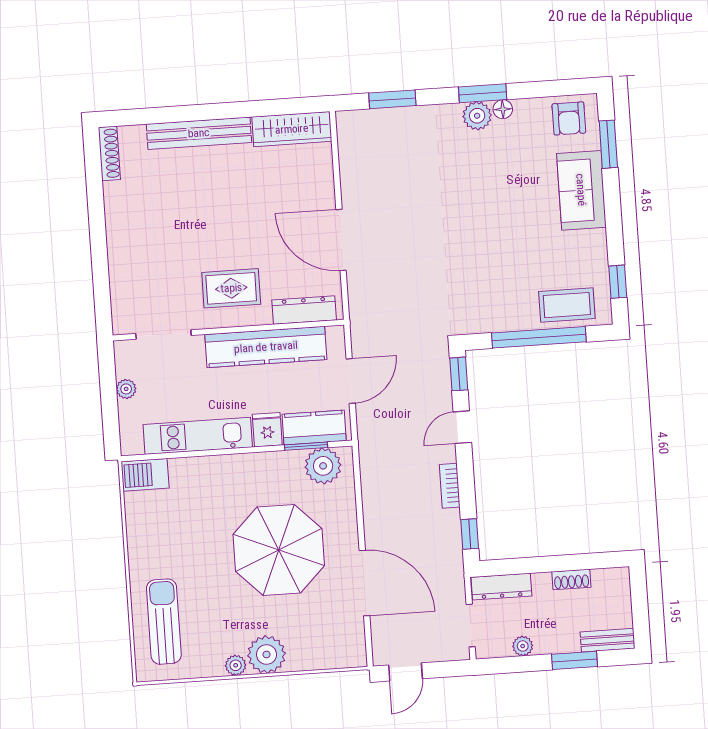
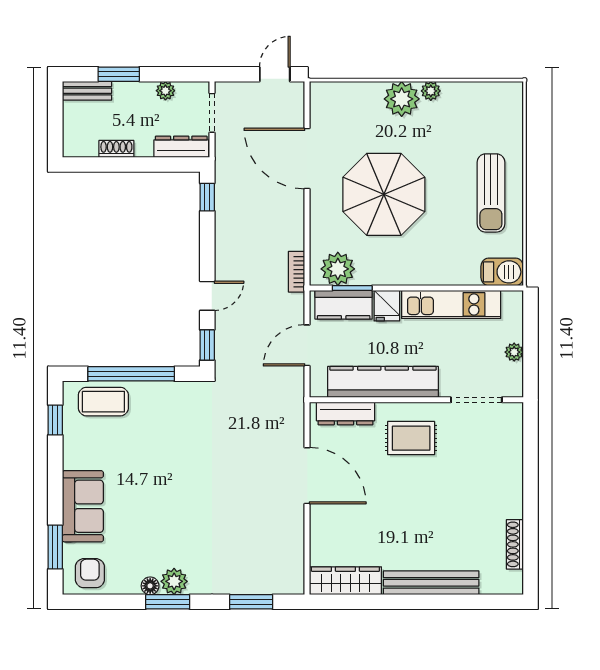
shoe rack: (109, 153) -> (515, 544), moved
bookcase: (450, 486) -> (297, 272), moved, turned 180
sun lounger: (164, 622) -> (491, 193), moved

